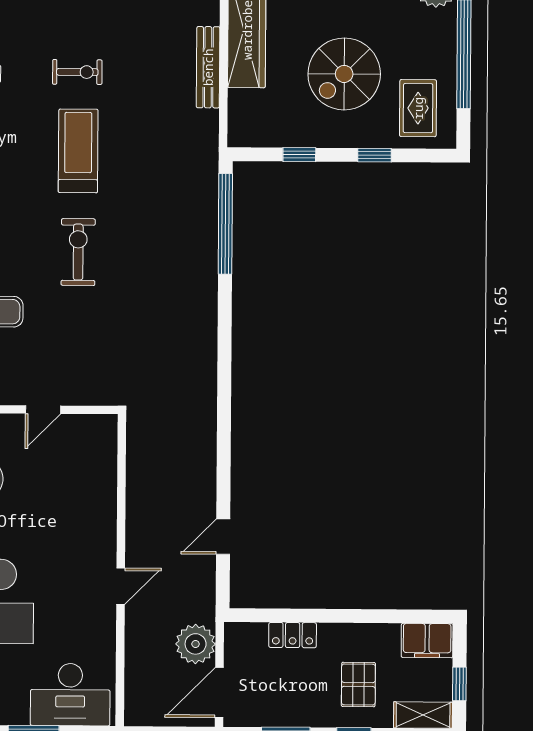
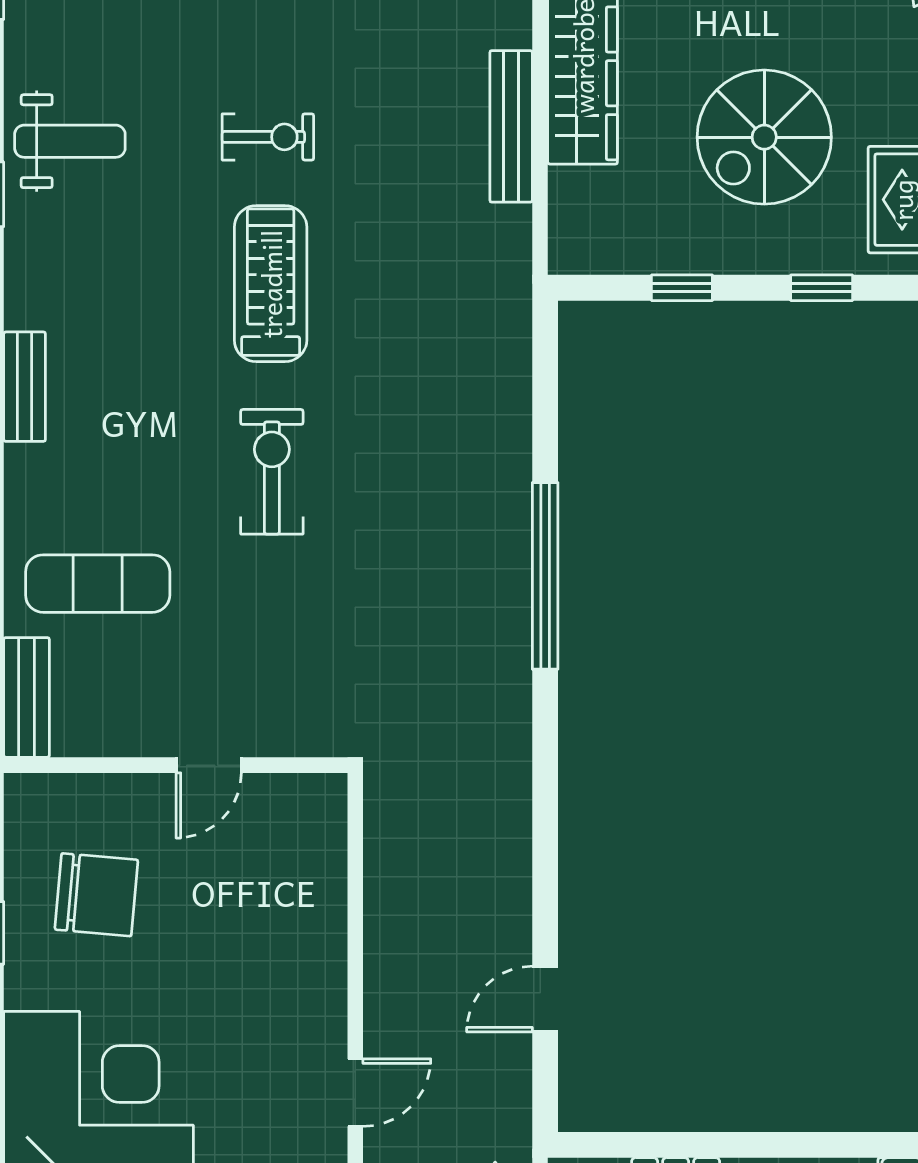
window: (225, 224) -> (545, 576), moved

